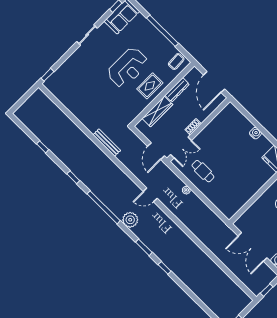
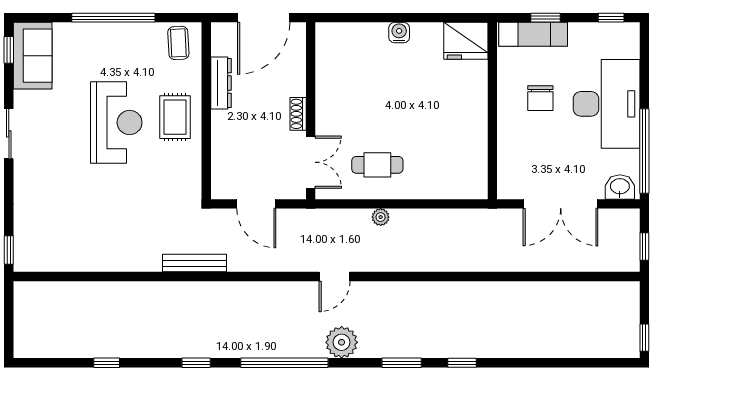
door: (214, 82) -> (264, 18), hinge flipped
wardrobe: (157, 111) -> (223, 144), removed
door: (156, 151) -> (256, 204), moved

